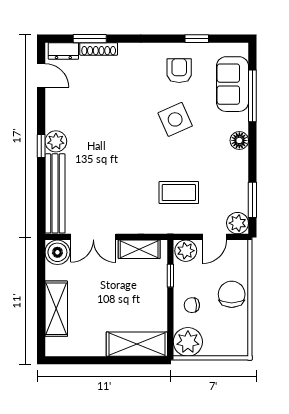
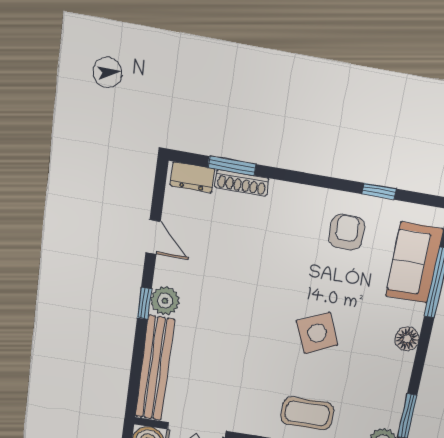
door: (41, 75) -> (153, 237), moved
side table: (175, 119) -> (317, 333), moved
coffee table: (179, 193) -> (307, 413), moved

